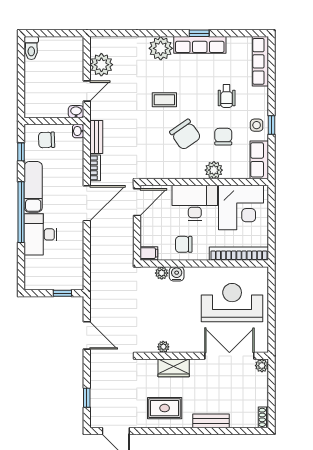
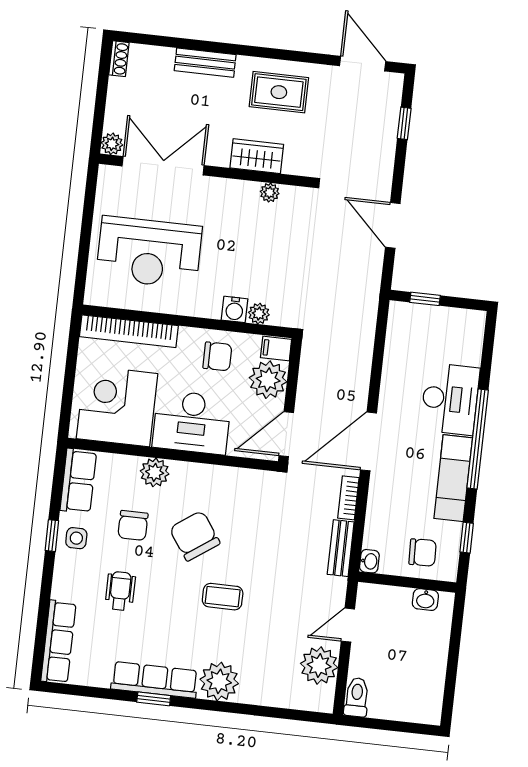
toilet: (31, 48) -> (357, 697), moved
washbasin: (76, 112) -> (425, 600), moved
plant: (152, 234) -> (268, 380), added
double door: (229, 356) -> (163, 166), swing flipped

